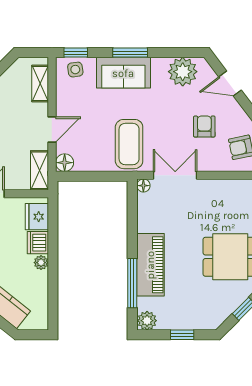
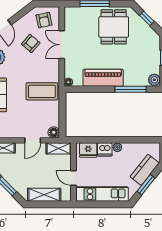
armchair: (204, 127) -> (31, 43), turned 131
door: (52, 130) -> (33, 140), swing flipped
double door: (175, 175) -> (62, 45), moved
piano: (150, 265) -> (103, 78), moved

